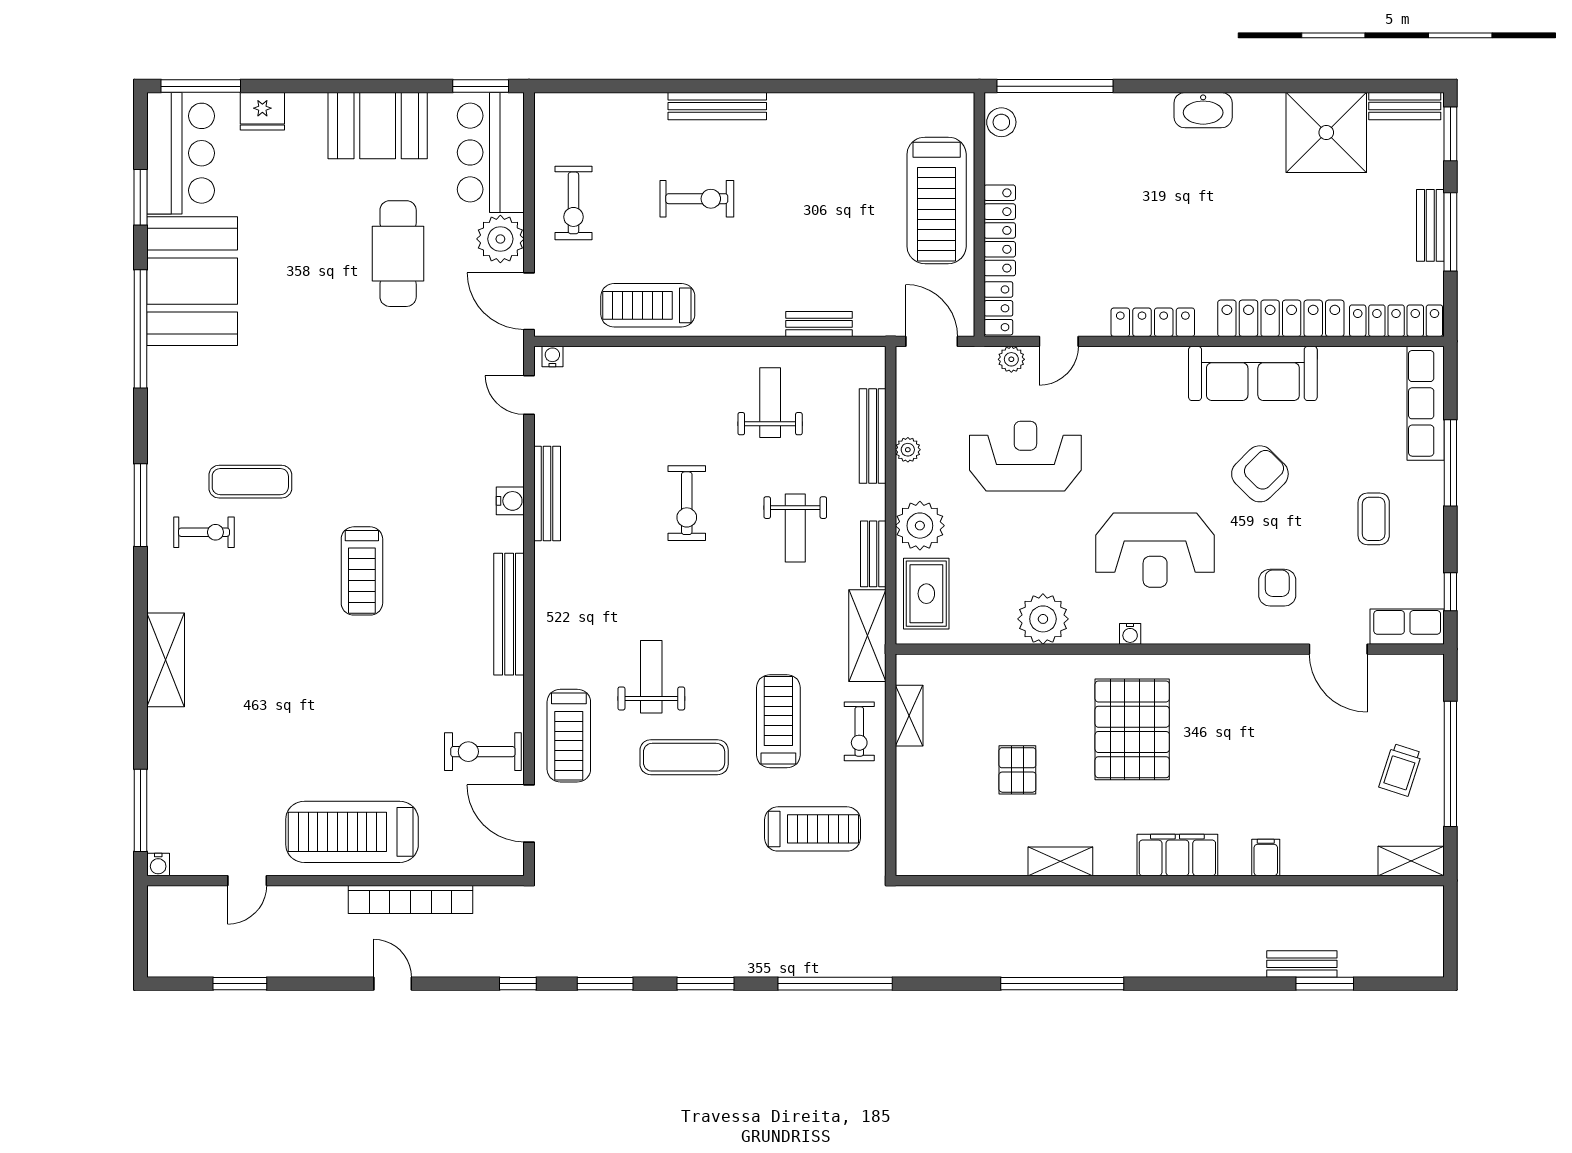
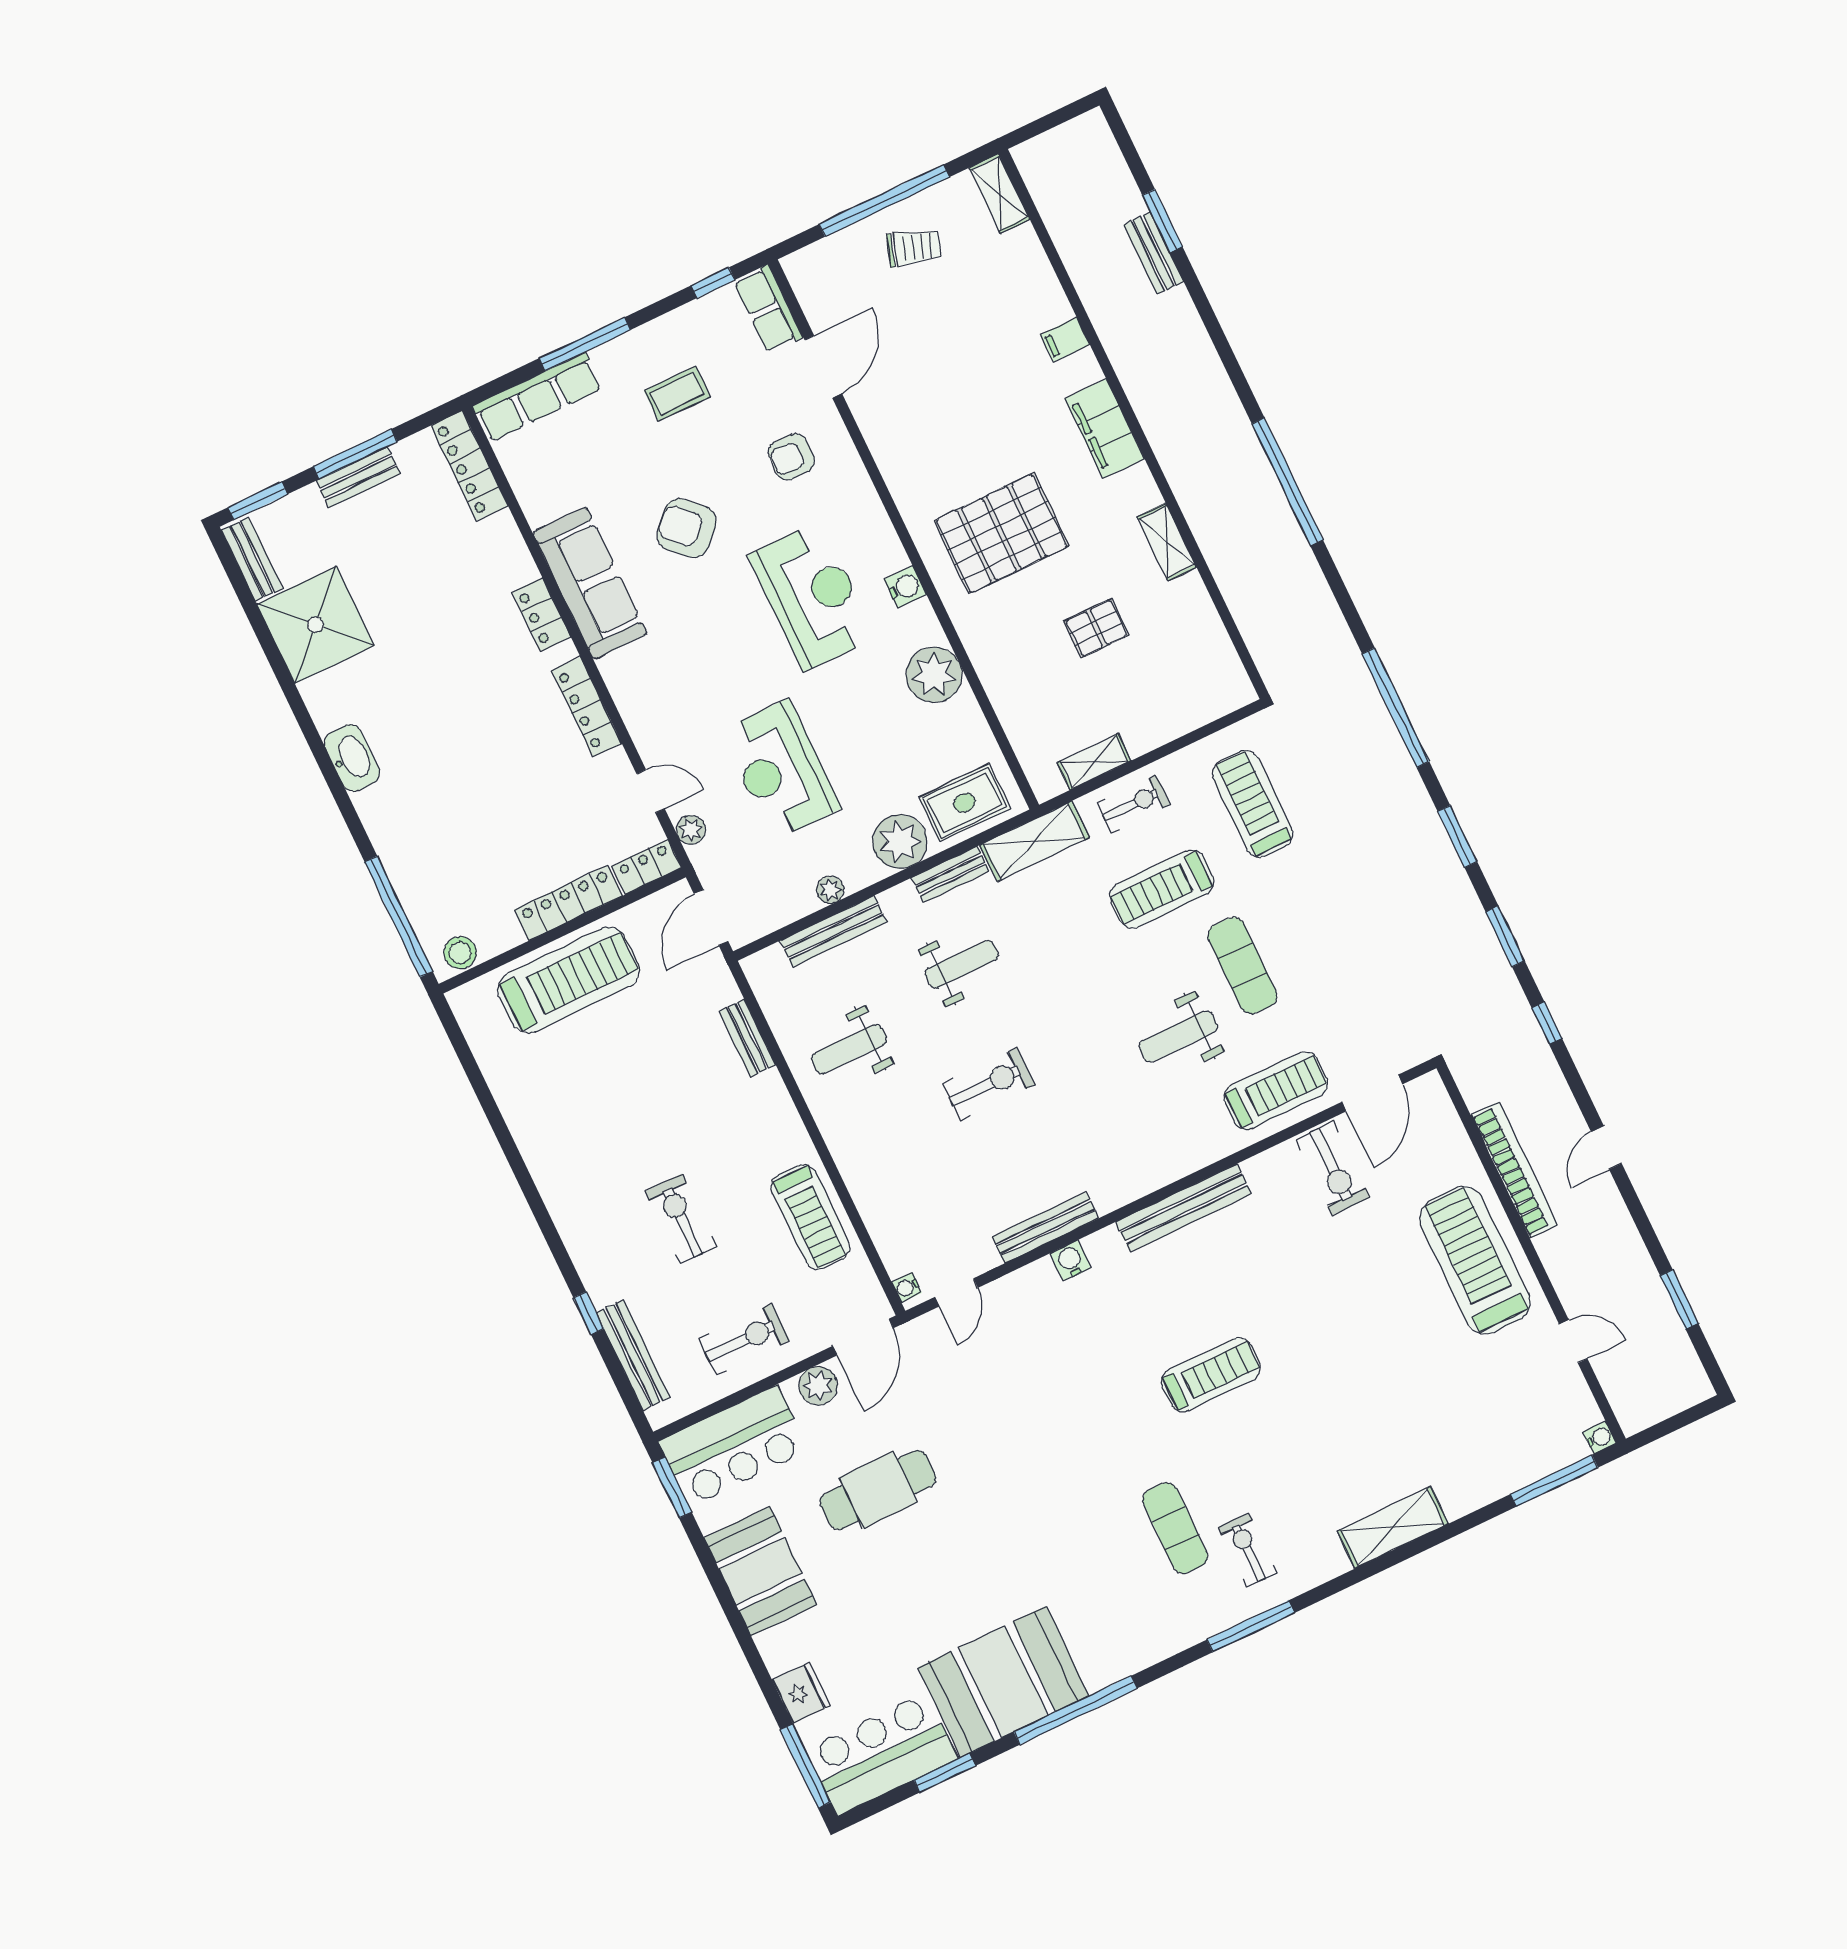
window: (656, 86) -> (589, 1313), added
bench: (717, 106) -> (633, 1355), moved
plant: (500, 239) -> (818, 1386), width x0.73, depth x0.73
locker: (1281, 318) -> (542, 614), width x0.46, depth x0.83
water cooler: (1130, 634) -> (905, 587), width x1.38, depth x1.38
treadmill: (352, 832) -> (1475, 1260), turned 180

